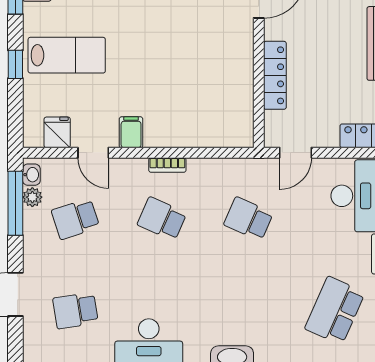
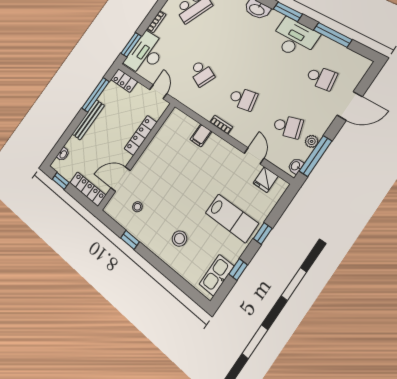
lab bench: (67, 55) -> (232, 218), turned 180
filing cabinet: (131, 132) -> (201, 135), moved
door: (295, 153) -> (158, 92), hinge flipped
plant: (32, 197) -> (312, 141), moved
school desk: (162, 219) -> (243, 99), turned -36

